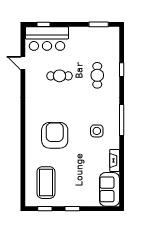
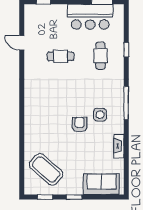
bar counter: (47, 39) -> (90, 17), moved
armchair: (55, 135) -> (80, 125), moved, width x0.53, depth x0.53
coffee table: (46, 183) -> (46, 169), turned -49
sofa: (109, 189) -> (101, 184), moved, turned 90

